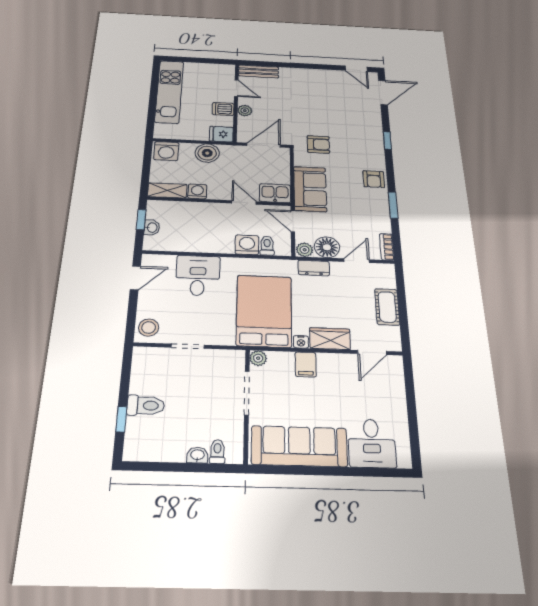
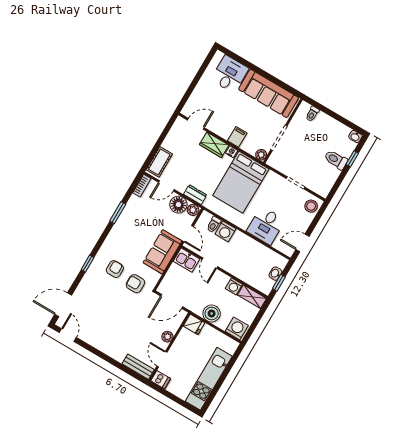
dishwasher: (223, 109) -> (161, 380), moved
armchair: (374, 179) -> (115, 269), moved
cot: (387, 307) -> (159, 162), moved
washbasin: (197, 455) -> (355, 136), moved

